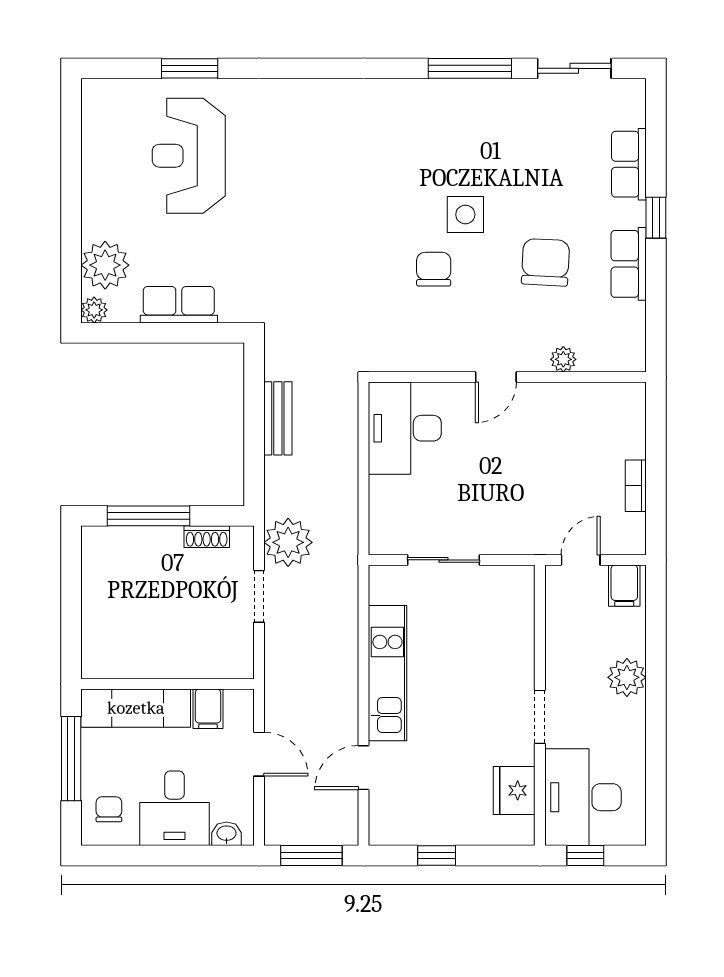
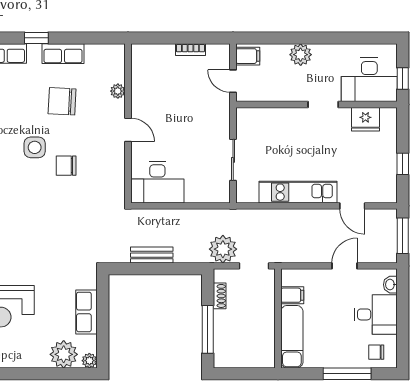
wall: (168, 684) -> (278, 318), moved
exam couch: (136, 708) -> (292, 337), moved
filing cabinet: (208, 709) -> (292, 295), moved

